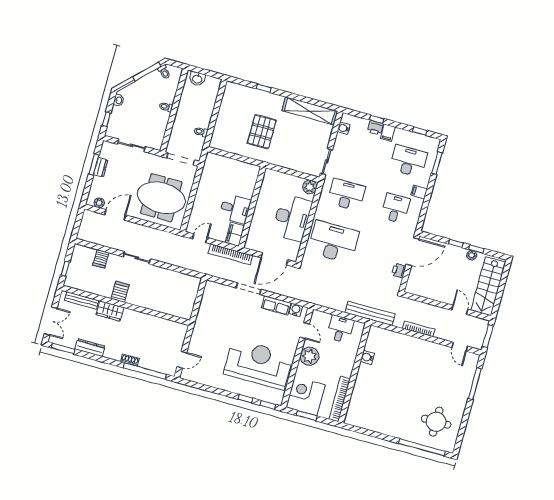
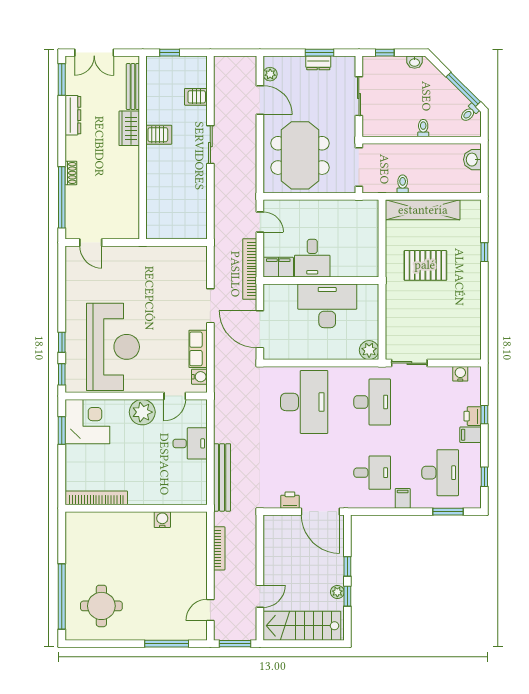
shelving: (310, 111) -> (423, 210), moved, turned 90
desk: (292, 218) -> (327, 306), moved, turned 180
water cooler: (367, 357) -> (162, 520), moved
wall: (354, 373) -> (136, 508), moved
bookcase: (340, 399) -> (96, 498), moved

